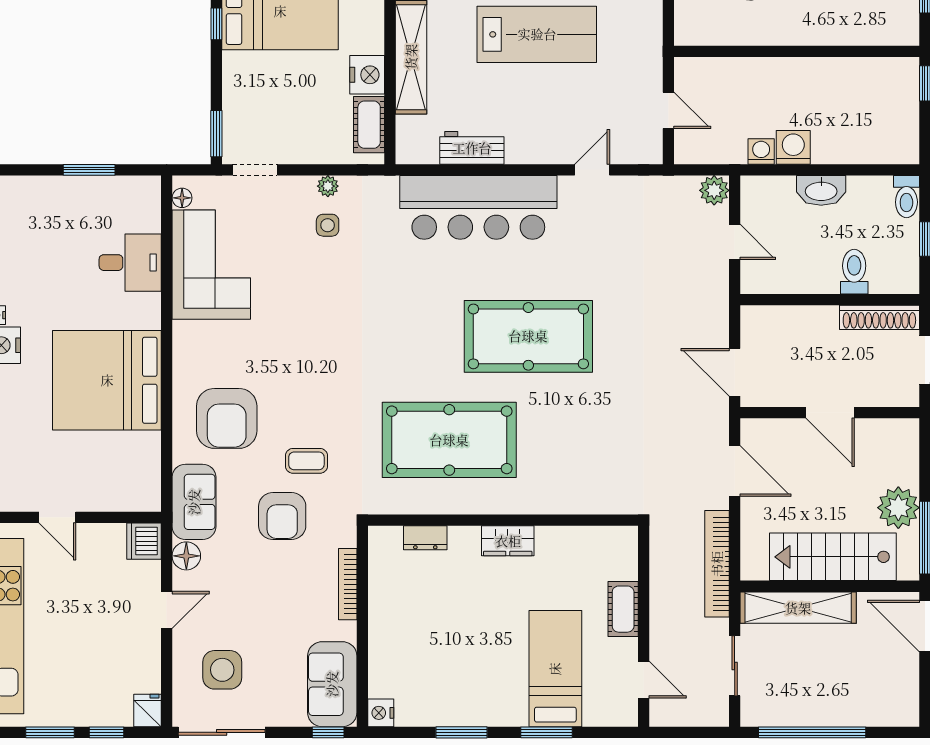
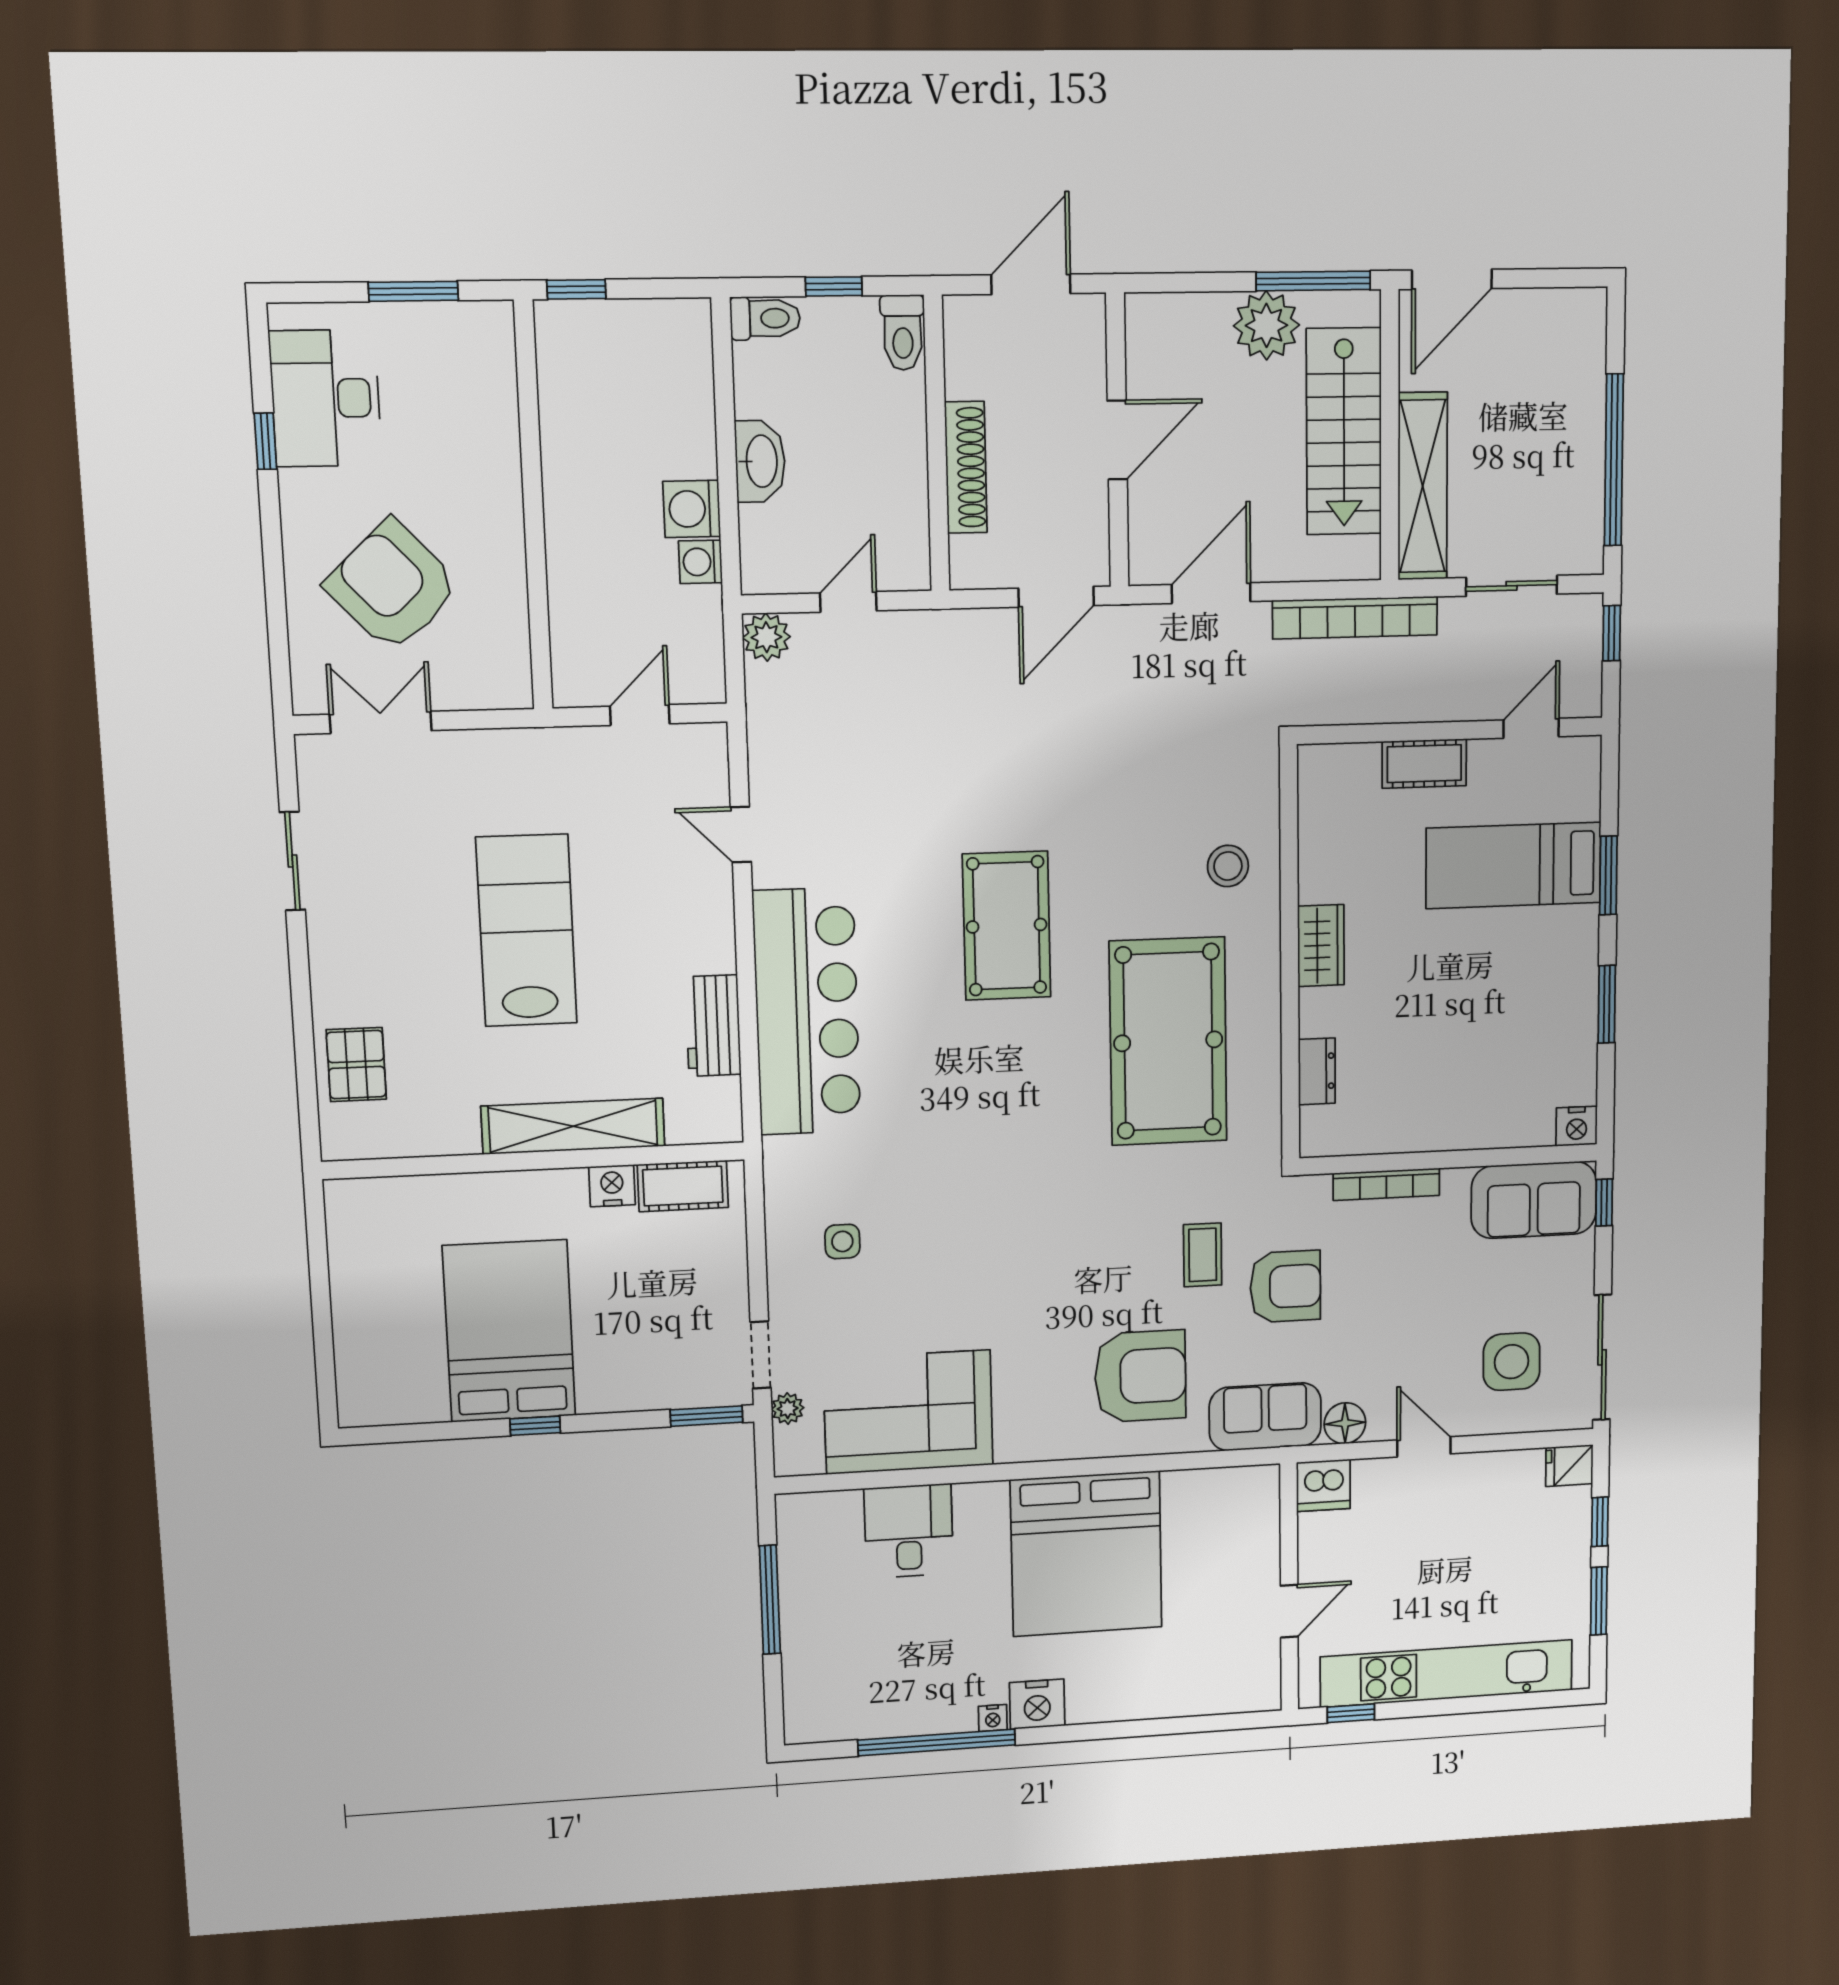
nightstand: (367, 75) -> (612, 1186), width x0.74, depth x0.75
window: (89, 170) -> (770, 1600), width x1.44
plant: (328, 186) -> (788, 1409), moved
floor lamp: (182, 198) -> (808, 1461), removed
toilet: (854, 272) -> (903, 333), moved, turned -90
shoe rack: (879, 317) -> (966, 467), moved
pool table: (528, 336) -> (1007, 926), width x0.73, depth x0.76
stool: (562, 480) -> (1228, 866), added
window: (703, 732) -> (1612, 633), added

